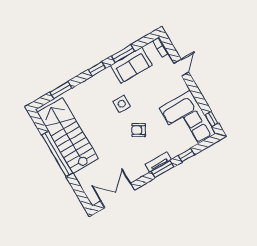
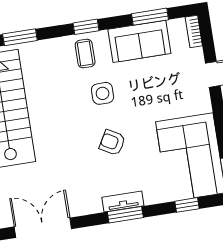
window: (123, 54) -> (150, 17), moved
coffee table: (103, 85) -> (85, 54), added
window: (186, 155) -> (187, 205), moved

